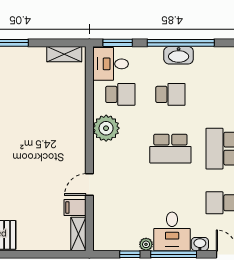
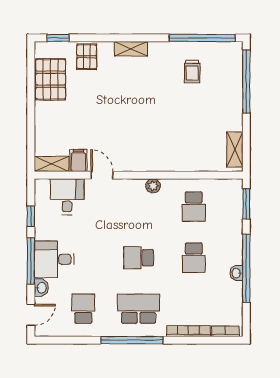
washbasin: (179, 55) -> (236, 273), width x0.52, depth x0.69
desk: (111, 64) -> (67, 197), moved
plant: (106, 128) -> (153, 186), width x0.53, depth x0.53
school desk: (170, 149) -> (139, 258), width x0.54
plant: (146, 244) -> (41, 233), removed

